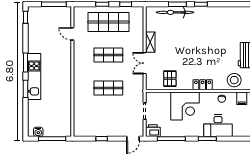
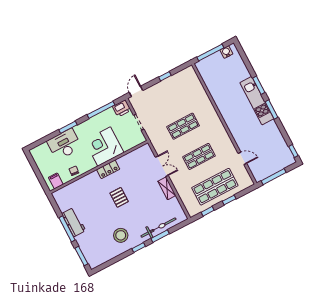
pallet: (170, 79) -> (119, 197), moved
stool: (234, 80) -> (121, 235), moved
locker: (203, 85) -> (108, 169), moved

